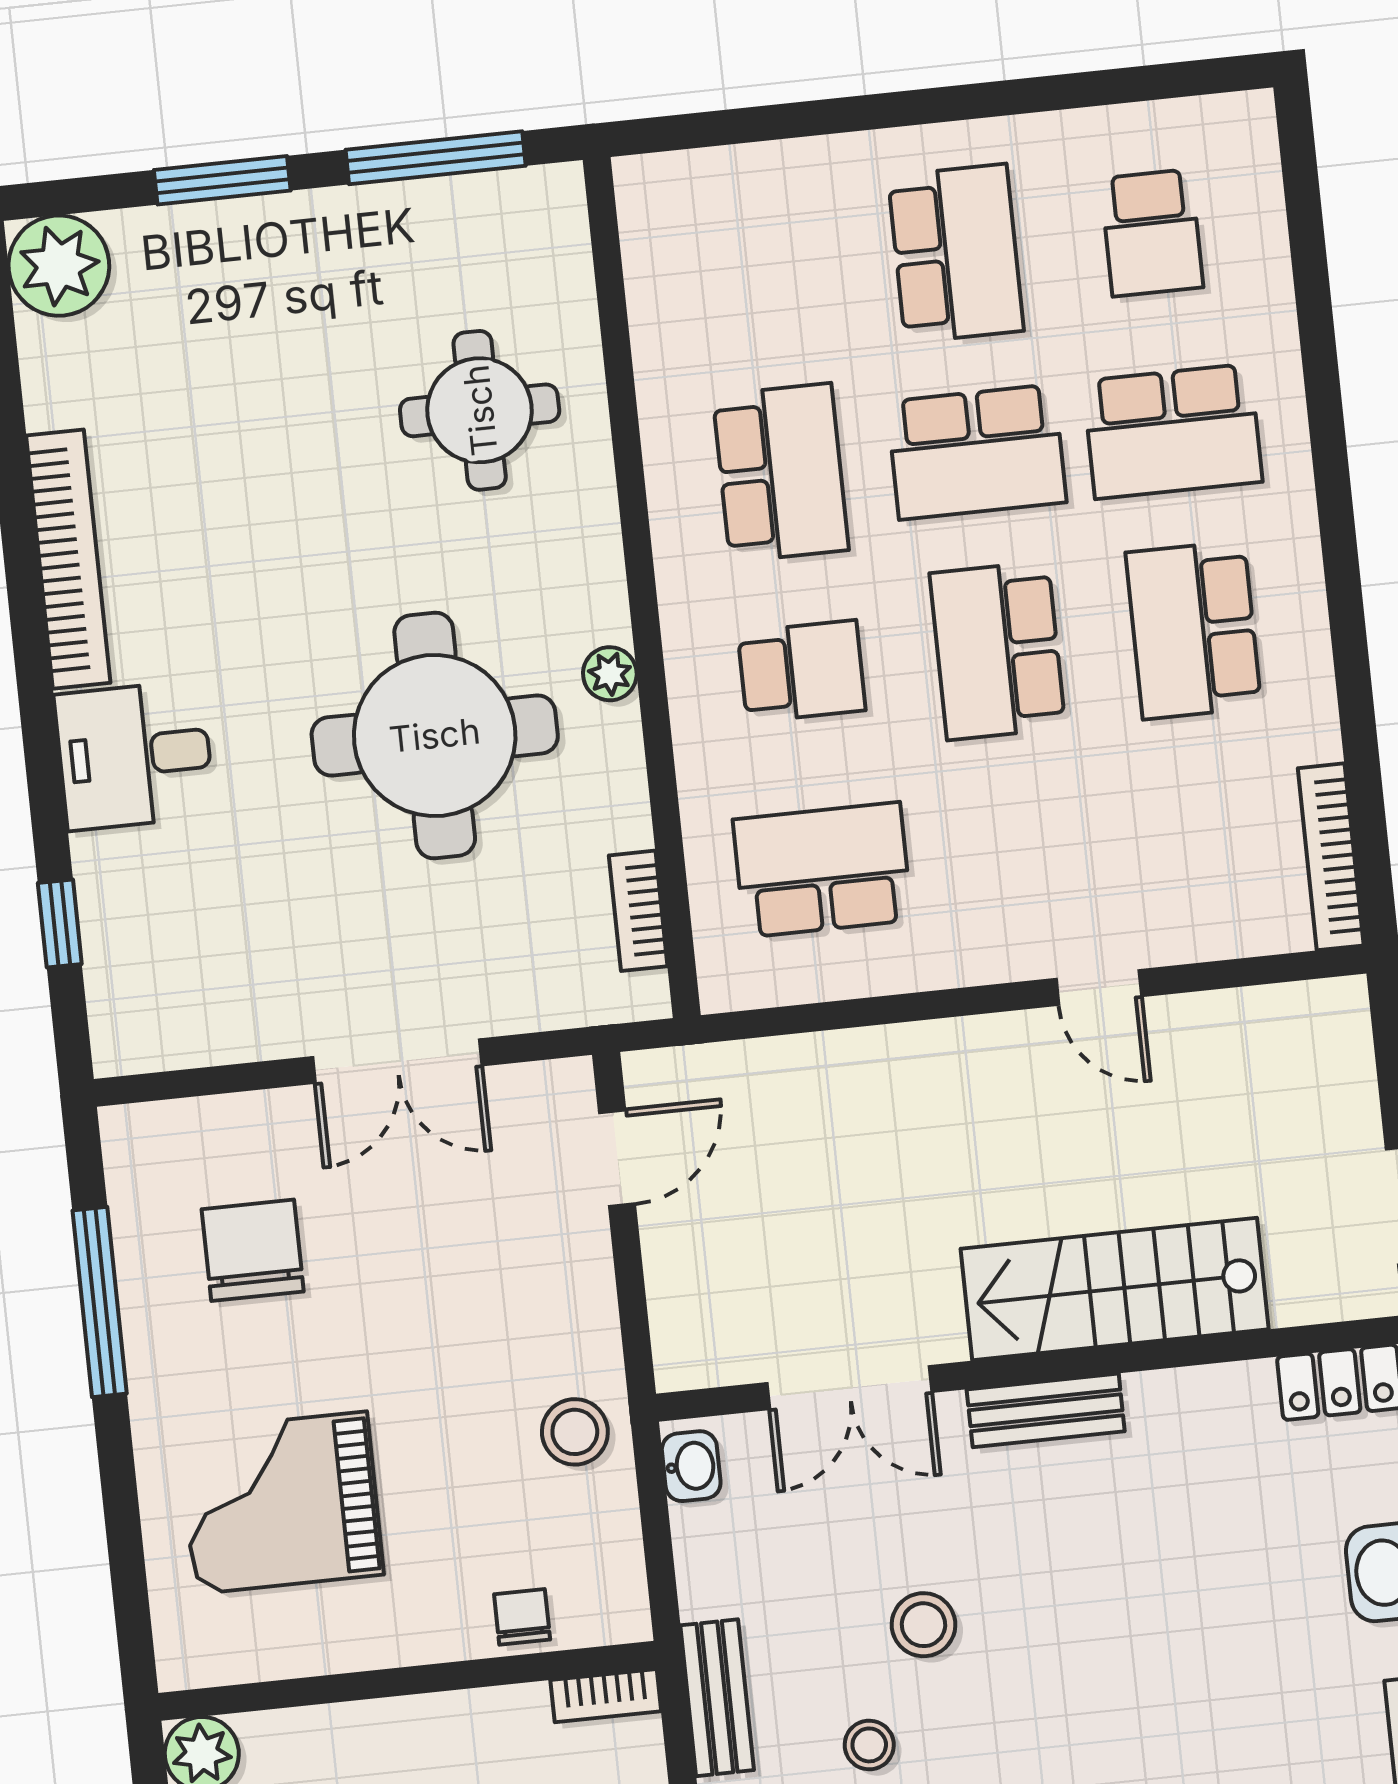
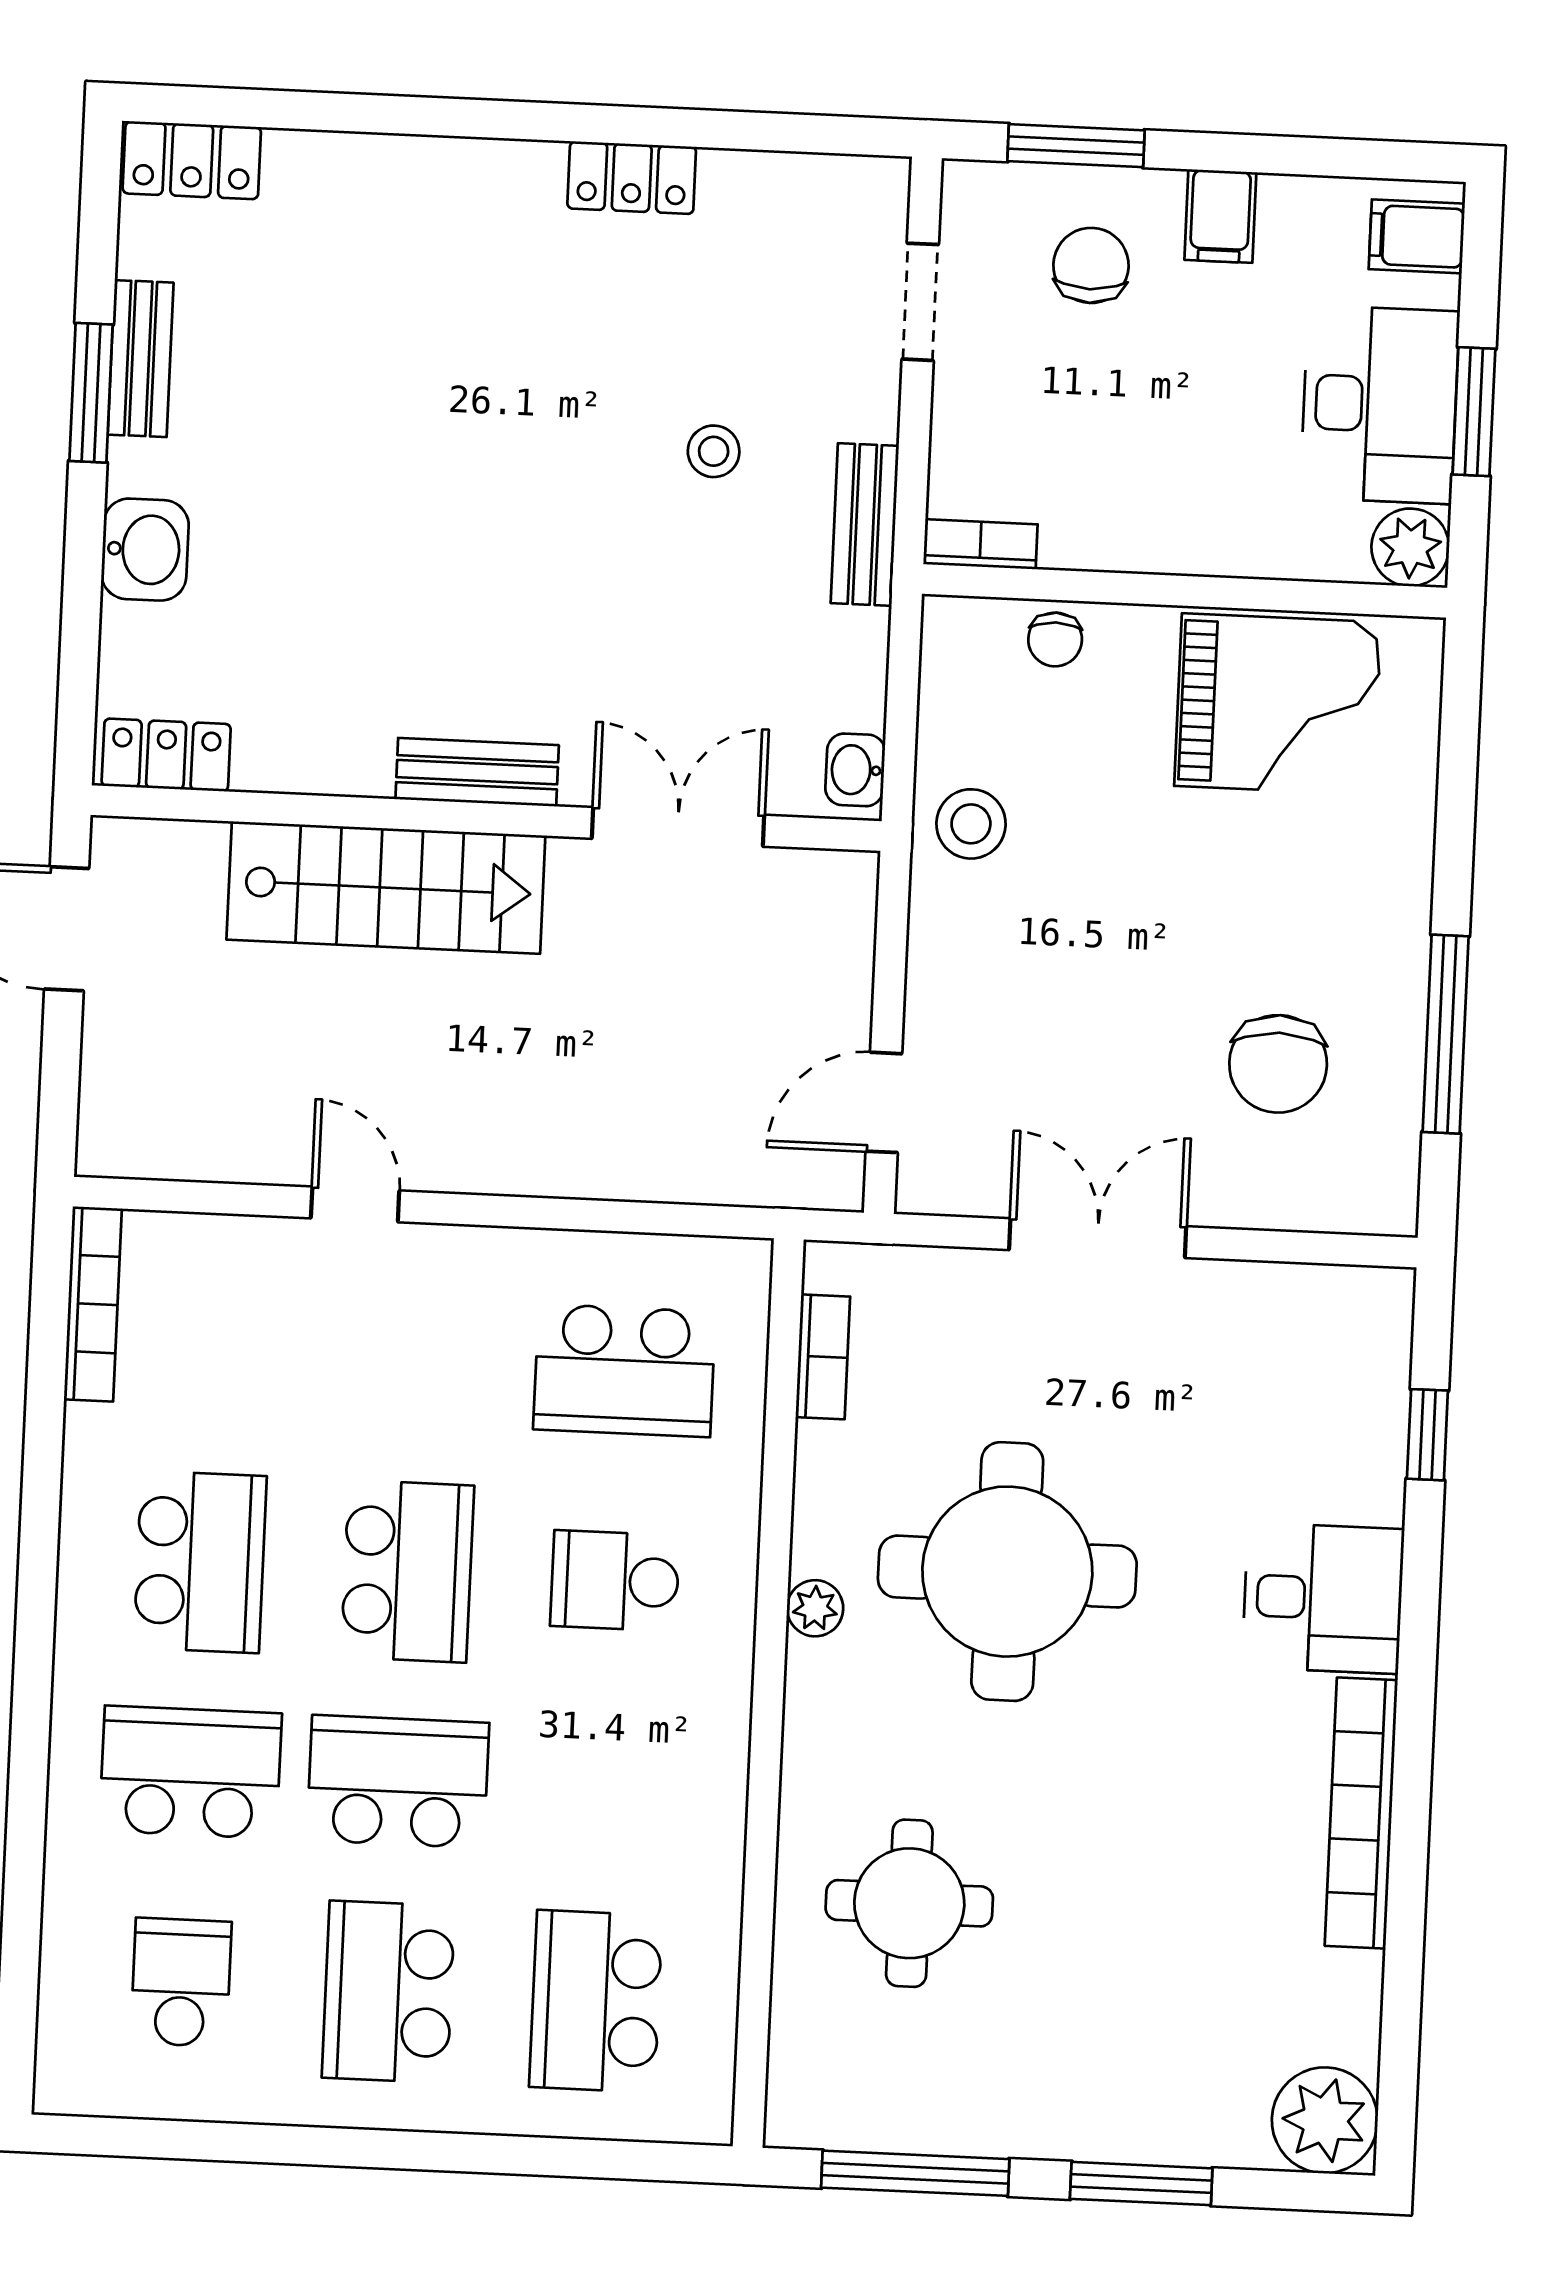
school desk: (781, 473) -> (596, 2001), moved
grand piano: (281, 1503) -> (1278, 704), moved
stool: (924, 1625) -> (638, 568), removed

